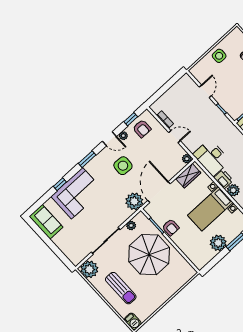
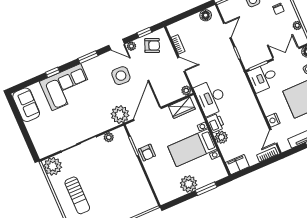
floor lamp: (181, 84) -> (206, 15), added
armchair: (142, 129) -> (152, 45), turned -67
parasol: (149, 255) -> (117, 172), removed

